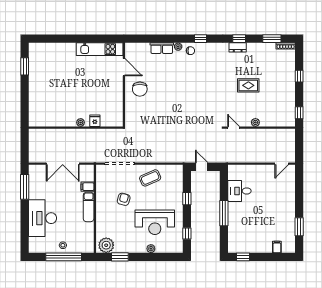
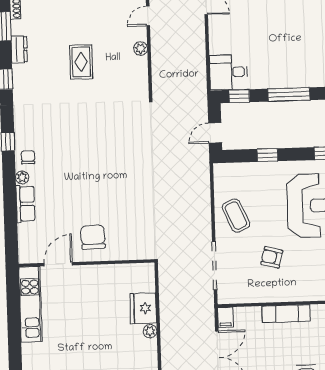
dresser: (238, 47) -> (19, 49), moved
chair: (140, 89) -> (93, 237), turned -92
fridge: (95, 121) -> (143, 308), width x1.88, depth x1.34
door: (234, 128) -> (148, 16), moved
window: (224, 182) -> (239, 96), added
filing cabinet: (87, 187) -> (226, 317), moved
desk: (239, 191) -> (229, 72), moved, turned 90

